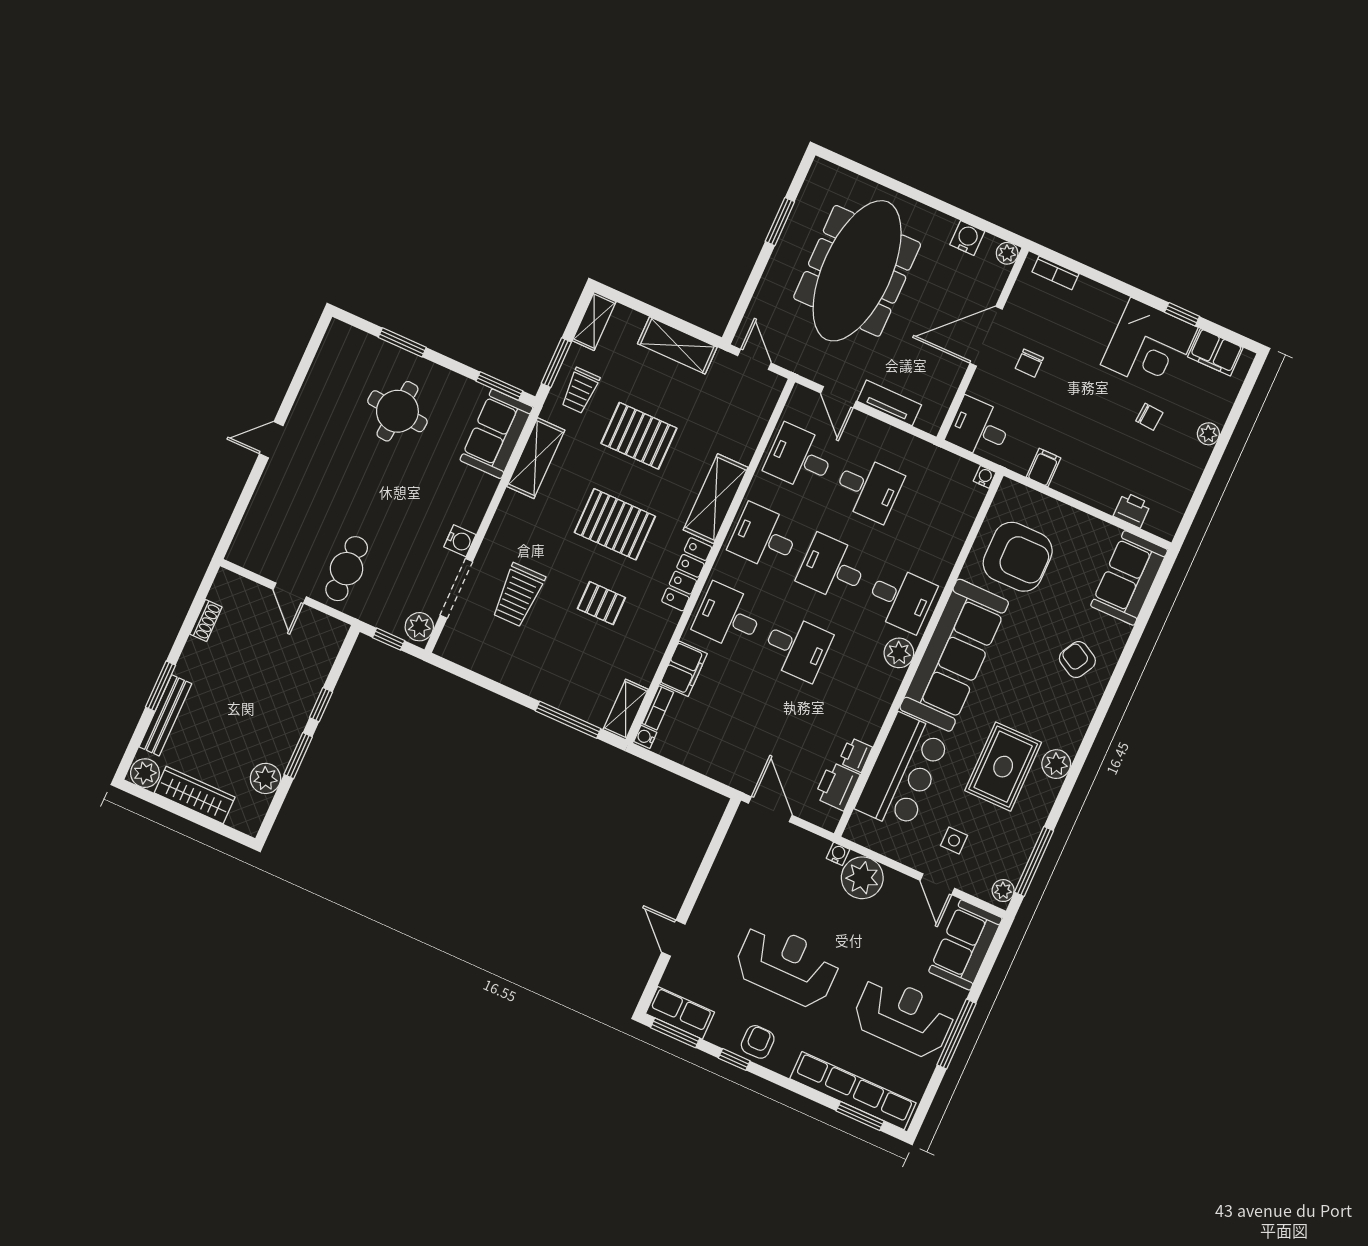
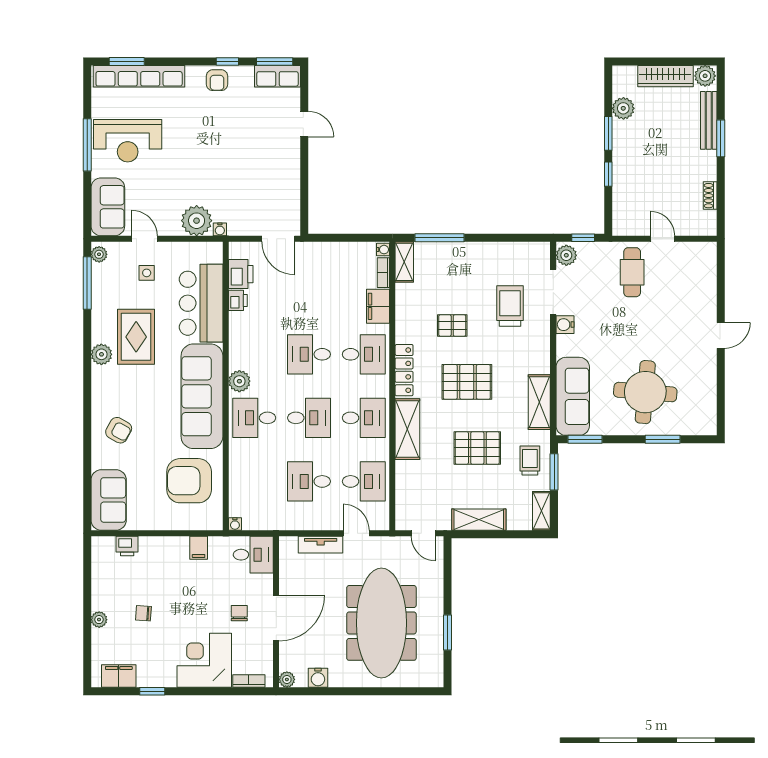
corner desk: (1149, 346) -> (204, 660), moved
round table: (397, 411) -> (645, 392), width x1.36, depth x1.36
sofa: (496, 434) -> (573, 396), width x1.36
reception desk: (787, 965) -> (221, 140), removed

